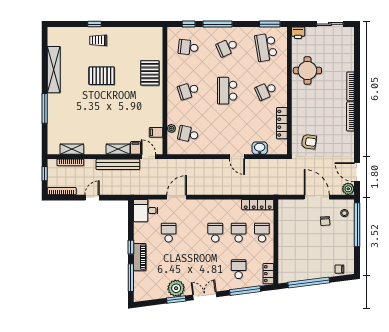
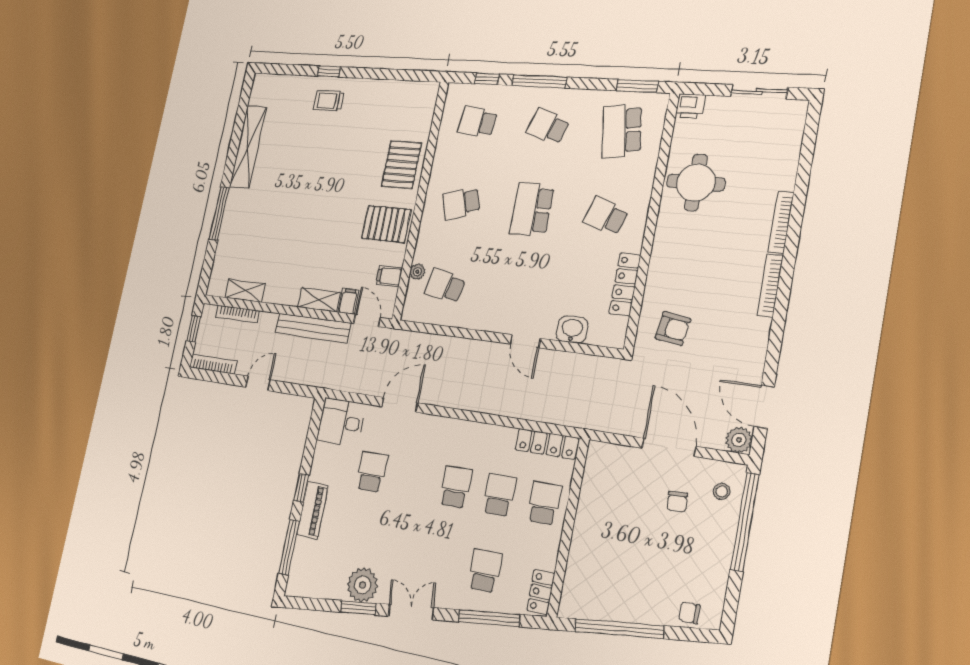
school desk: (227, 47) -> (548, 126), turned 42
pallet: (102, 76) -> (386, 224), moved
school desk: (266, 91) -> (606, 216), turned 42

